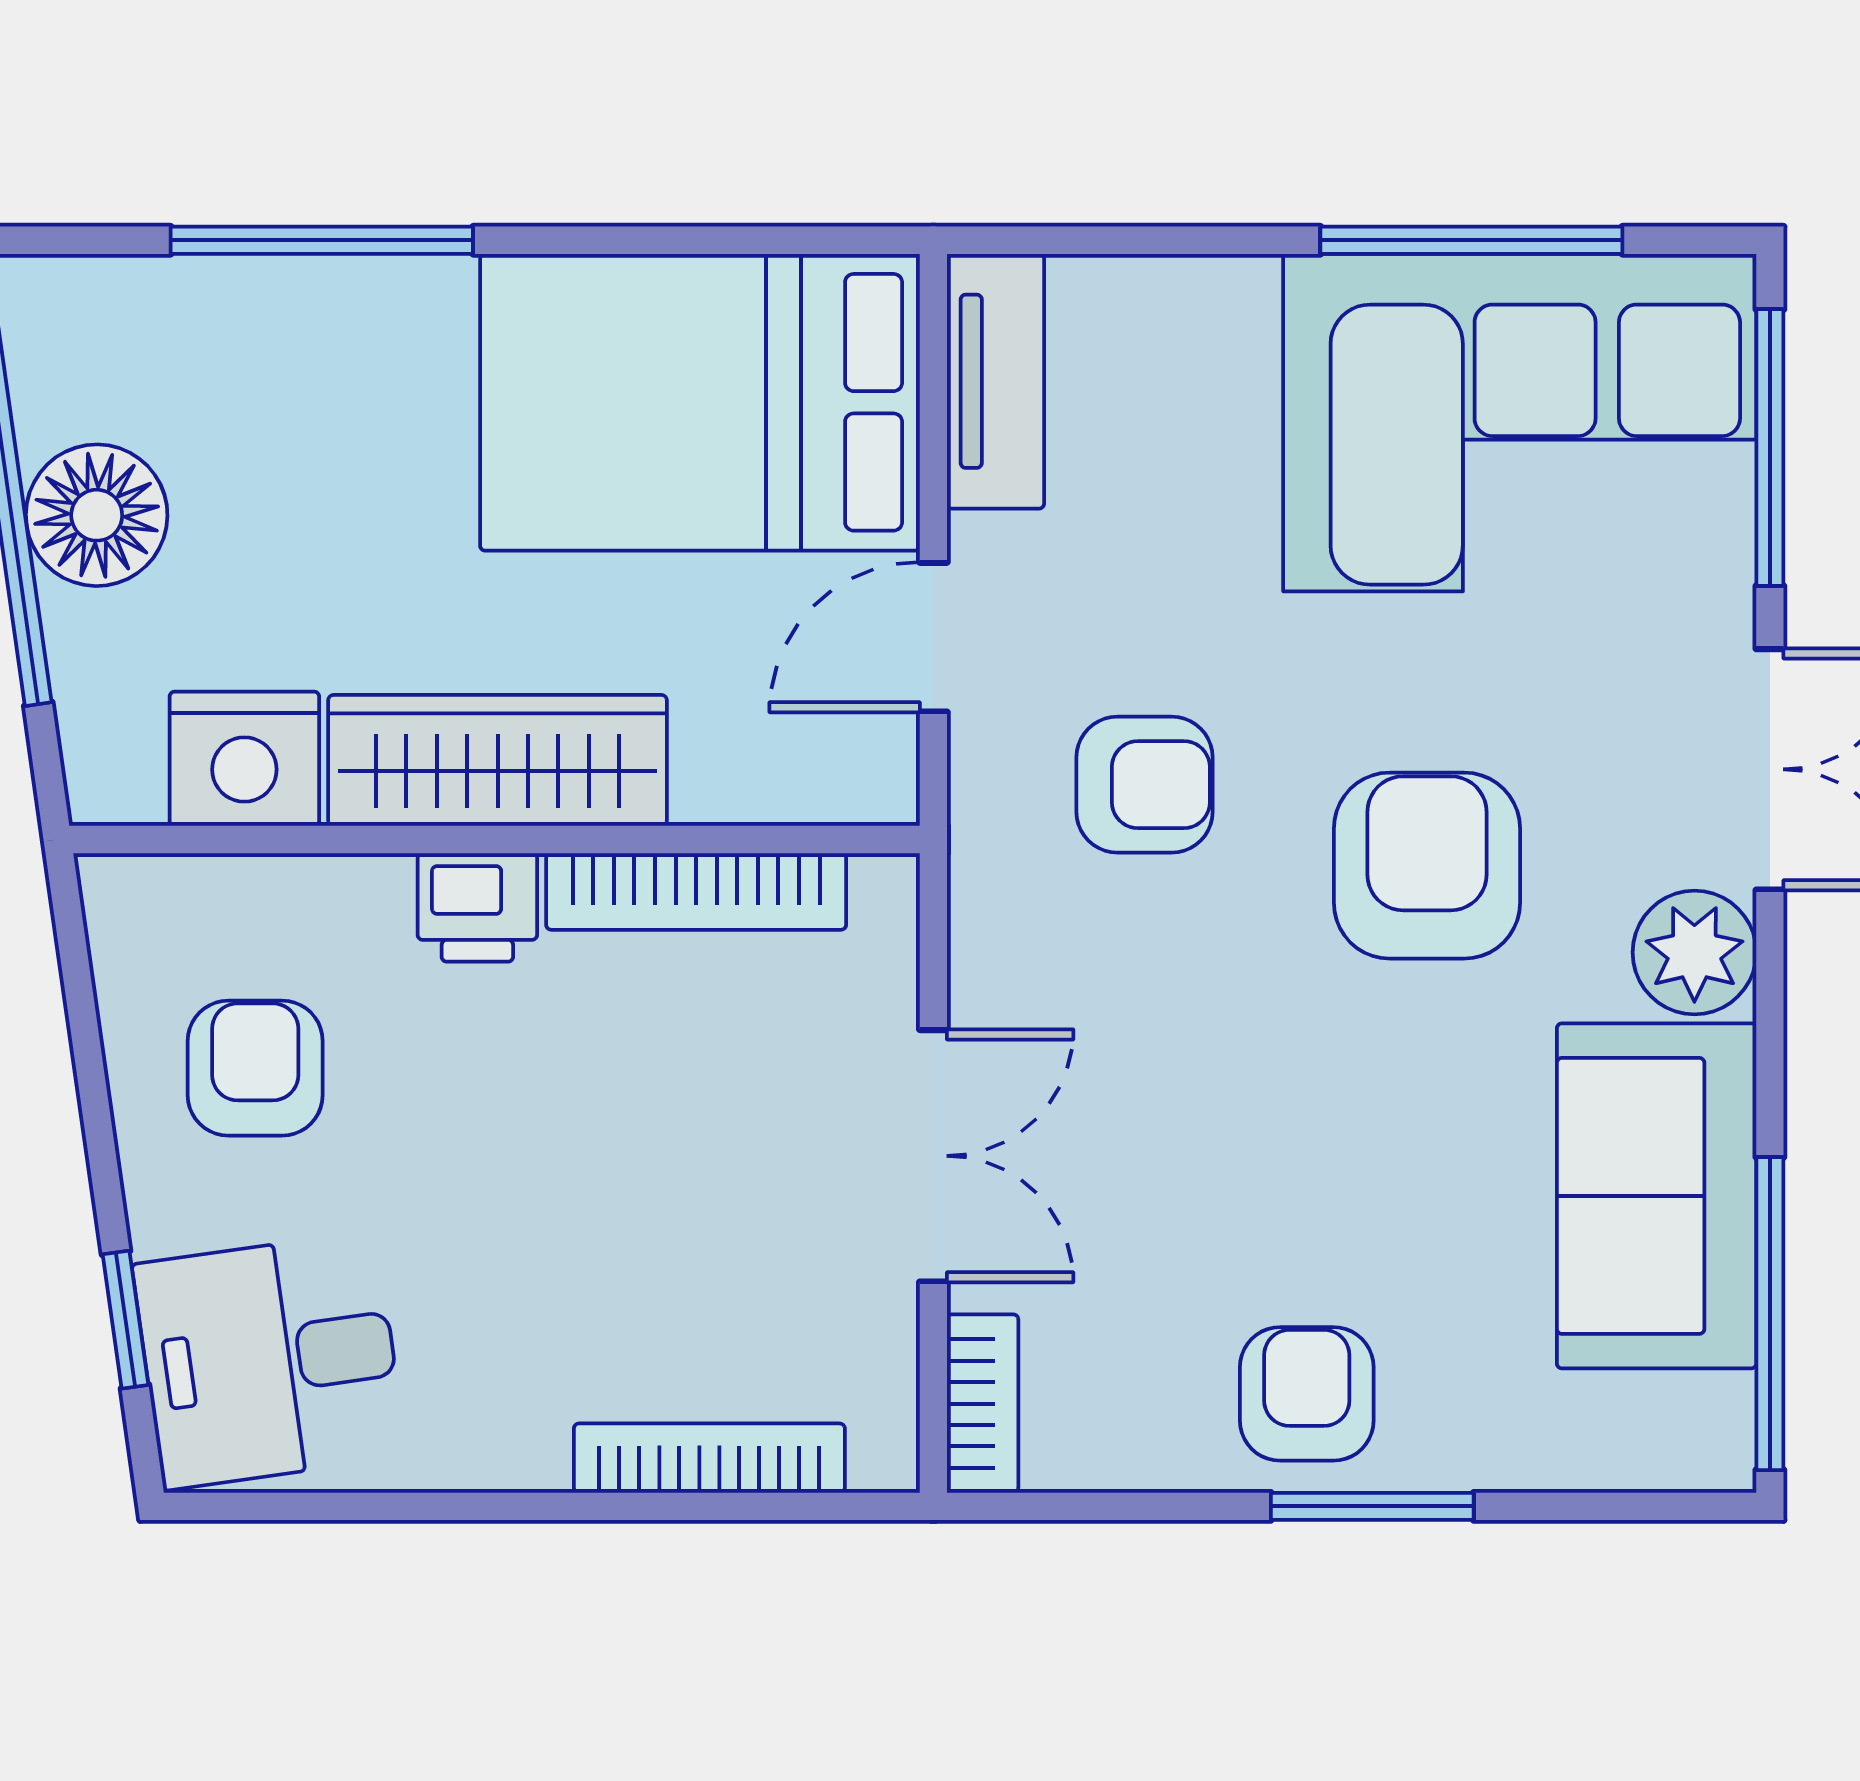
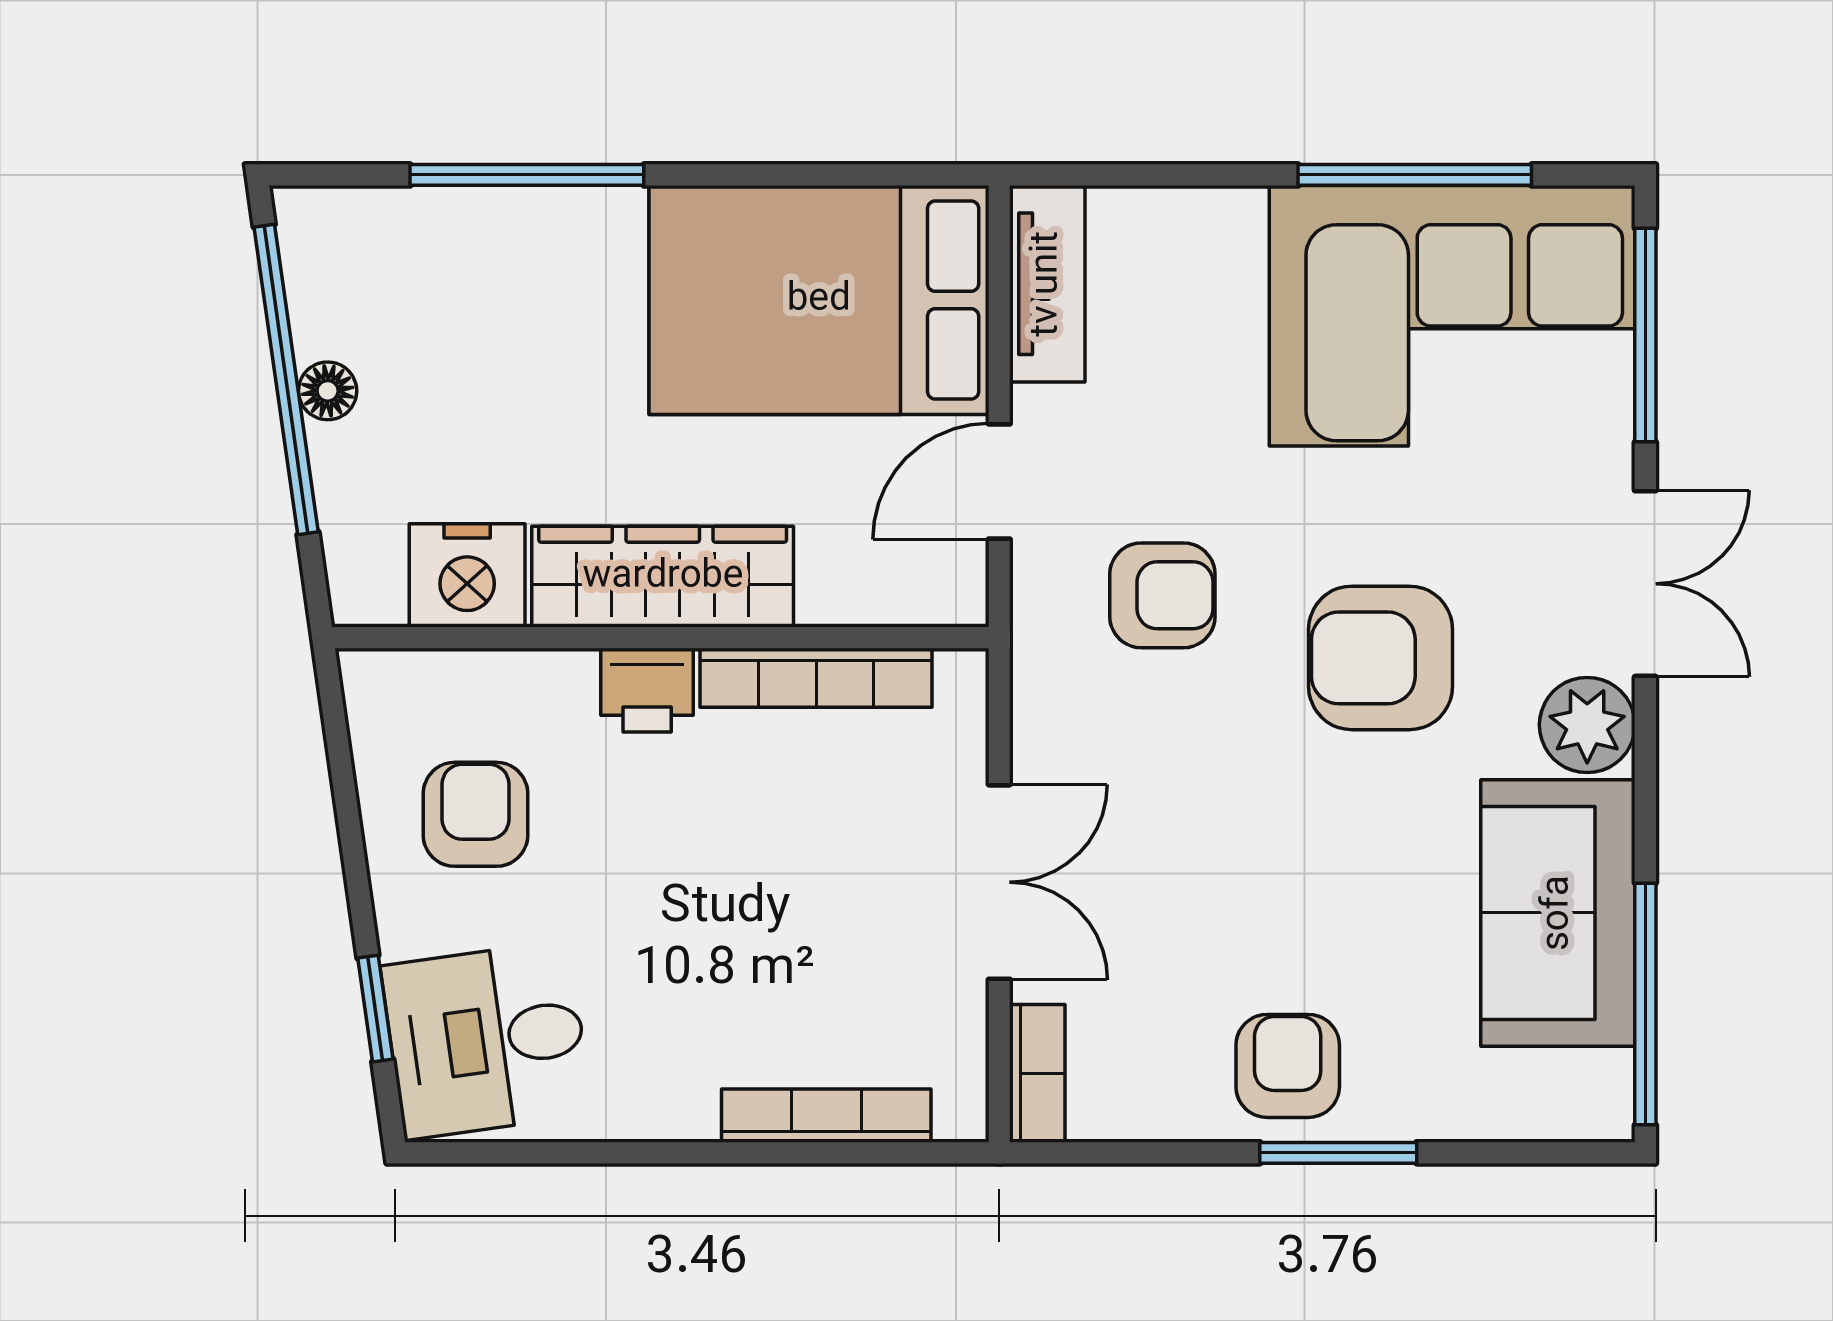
floor lamp: (97, 515) -> (328, 391), width x0.53, depth x0.53
armchair: (1427, 866) -> (1381, 658), turned -90

